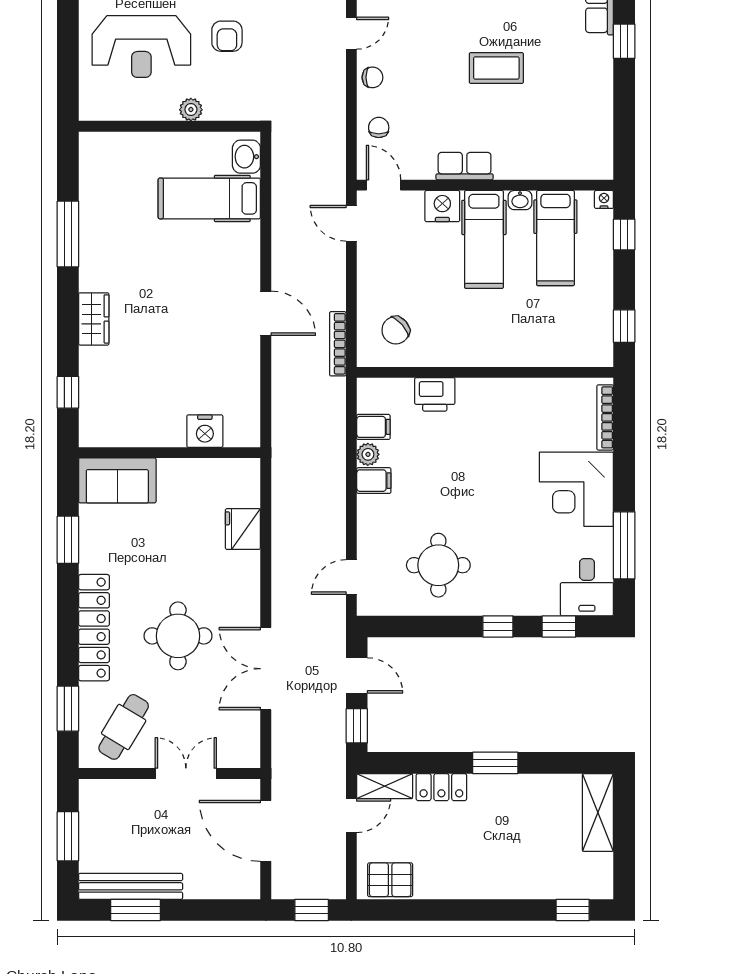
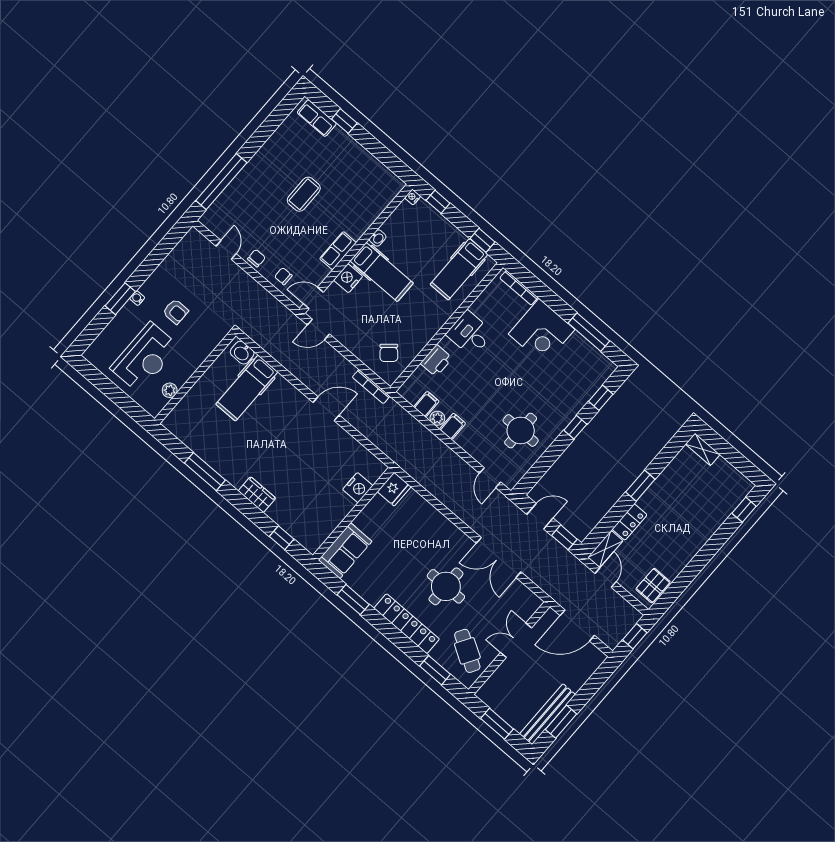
plant: (191, 110) -> (170, 390), moved
hospital bed: (555, 238) -> (459, 269), moved, turned 90
fridge: (243, 529) -> (394, 489), moved, turned -90
desk: (587, 587) -> (470, 334), moved, turned 180
shelving: (598, 812) -> (703, 449), width x0.67, depth x0.75

